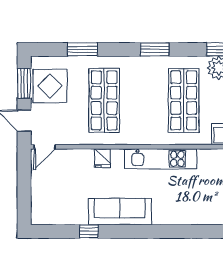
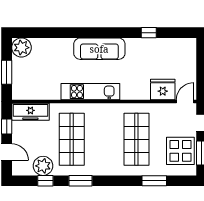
window: (155, 49) -> (81, 181), moved
fridge: (102, 158) -> (163, 90), moved, width x1.88, depth x1.34
sofa: (120, 212) -> (99, 49), moved

